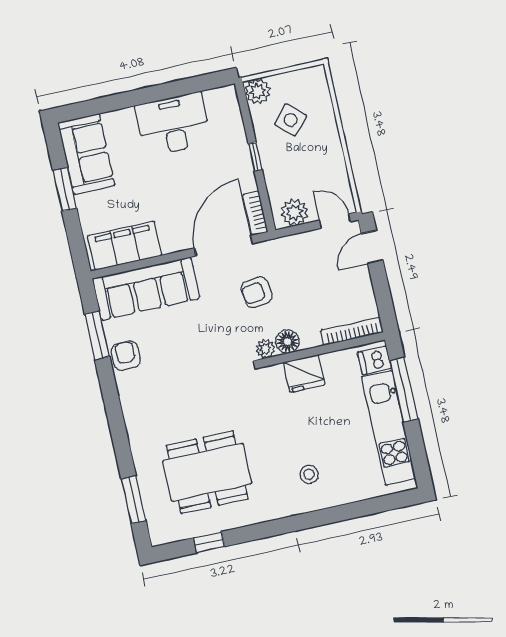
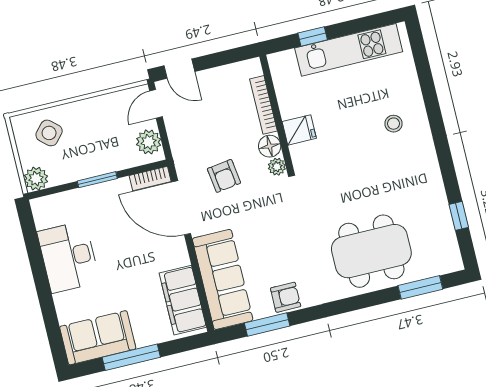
side table: (291, 120) -> (49, 133), moved
window: (255, 157) -> (97, 180), width x1.50
window: (65, 189) -> (131, 357), width x1.44
bookcase: (352, 331) -> (263, 105), moved
armchair: (126, 356) -> (286, 297), turned 180
dishwasher: (374, 360) -> (286, 64), removed
fridge: (304, 373) -> (299, 130), width x0.72
window: (404, 390) -> (313, 36), width x0.46
dining table: (207, 472) -> (371, 251), moved, turned 90

